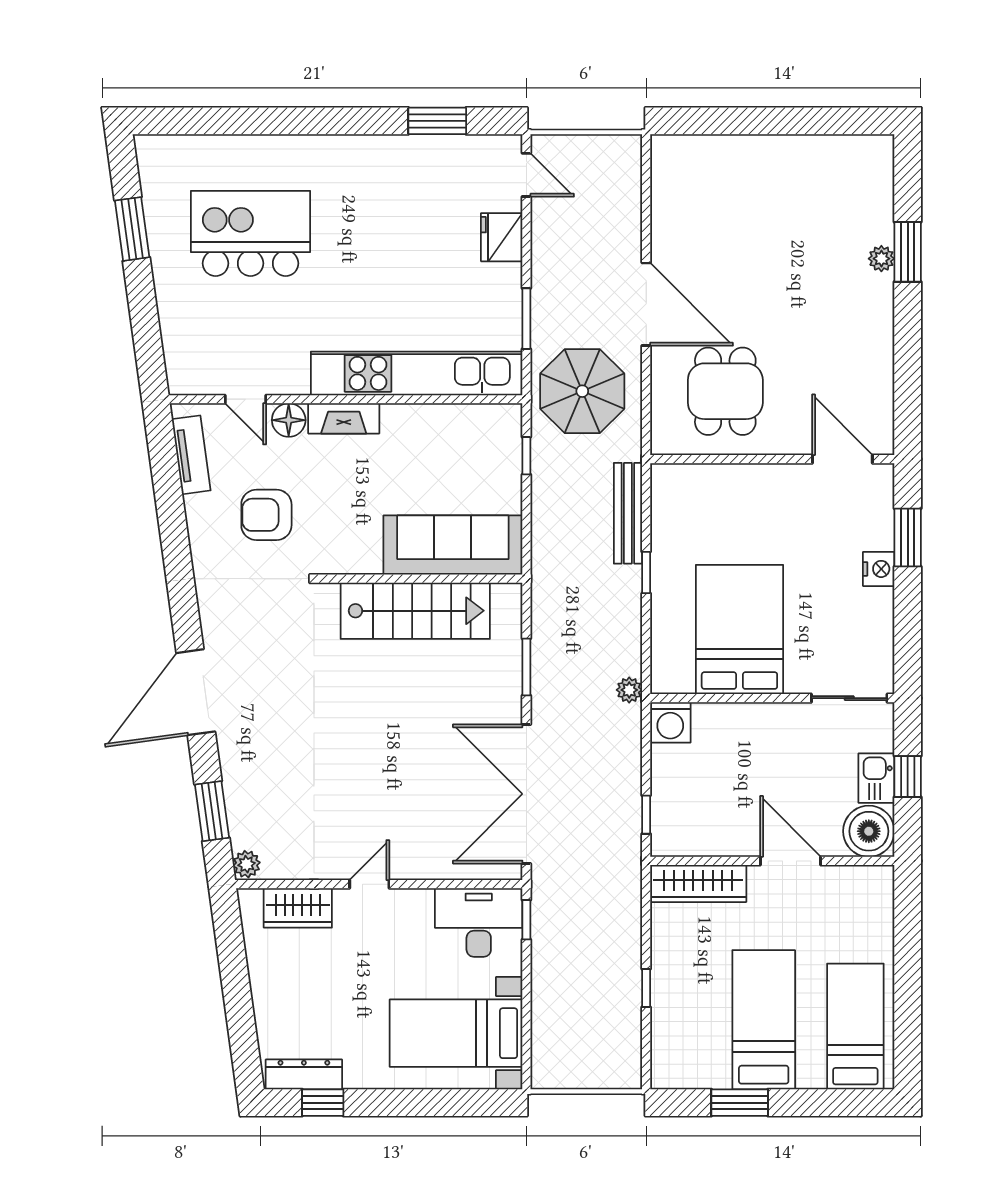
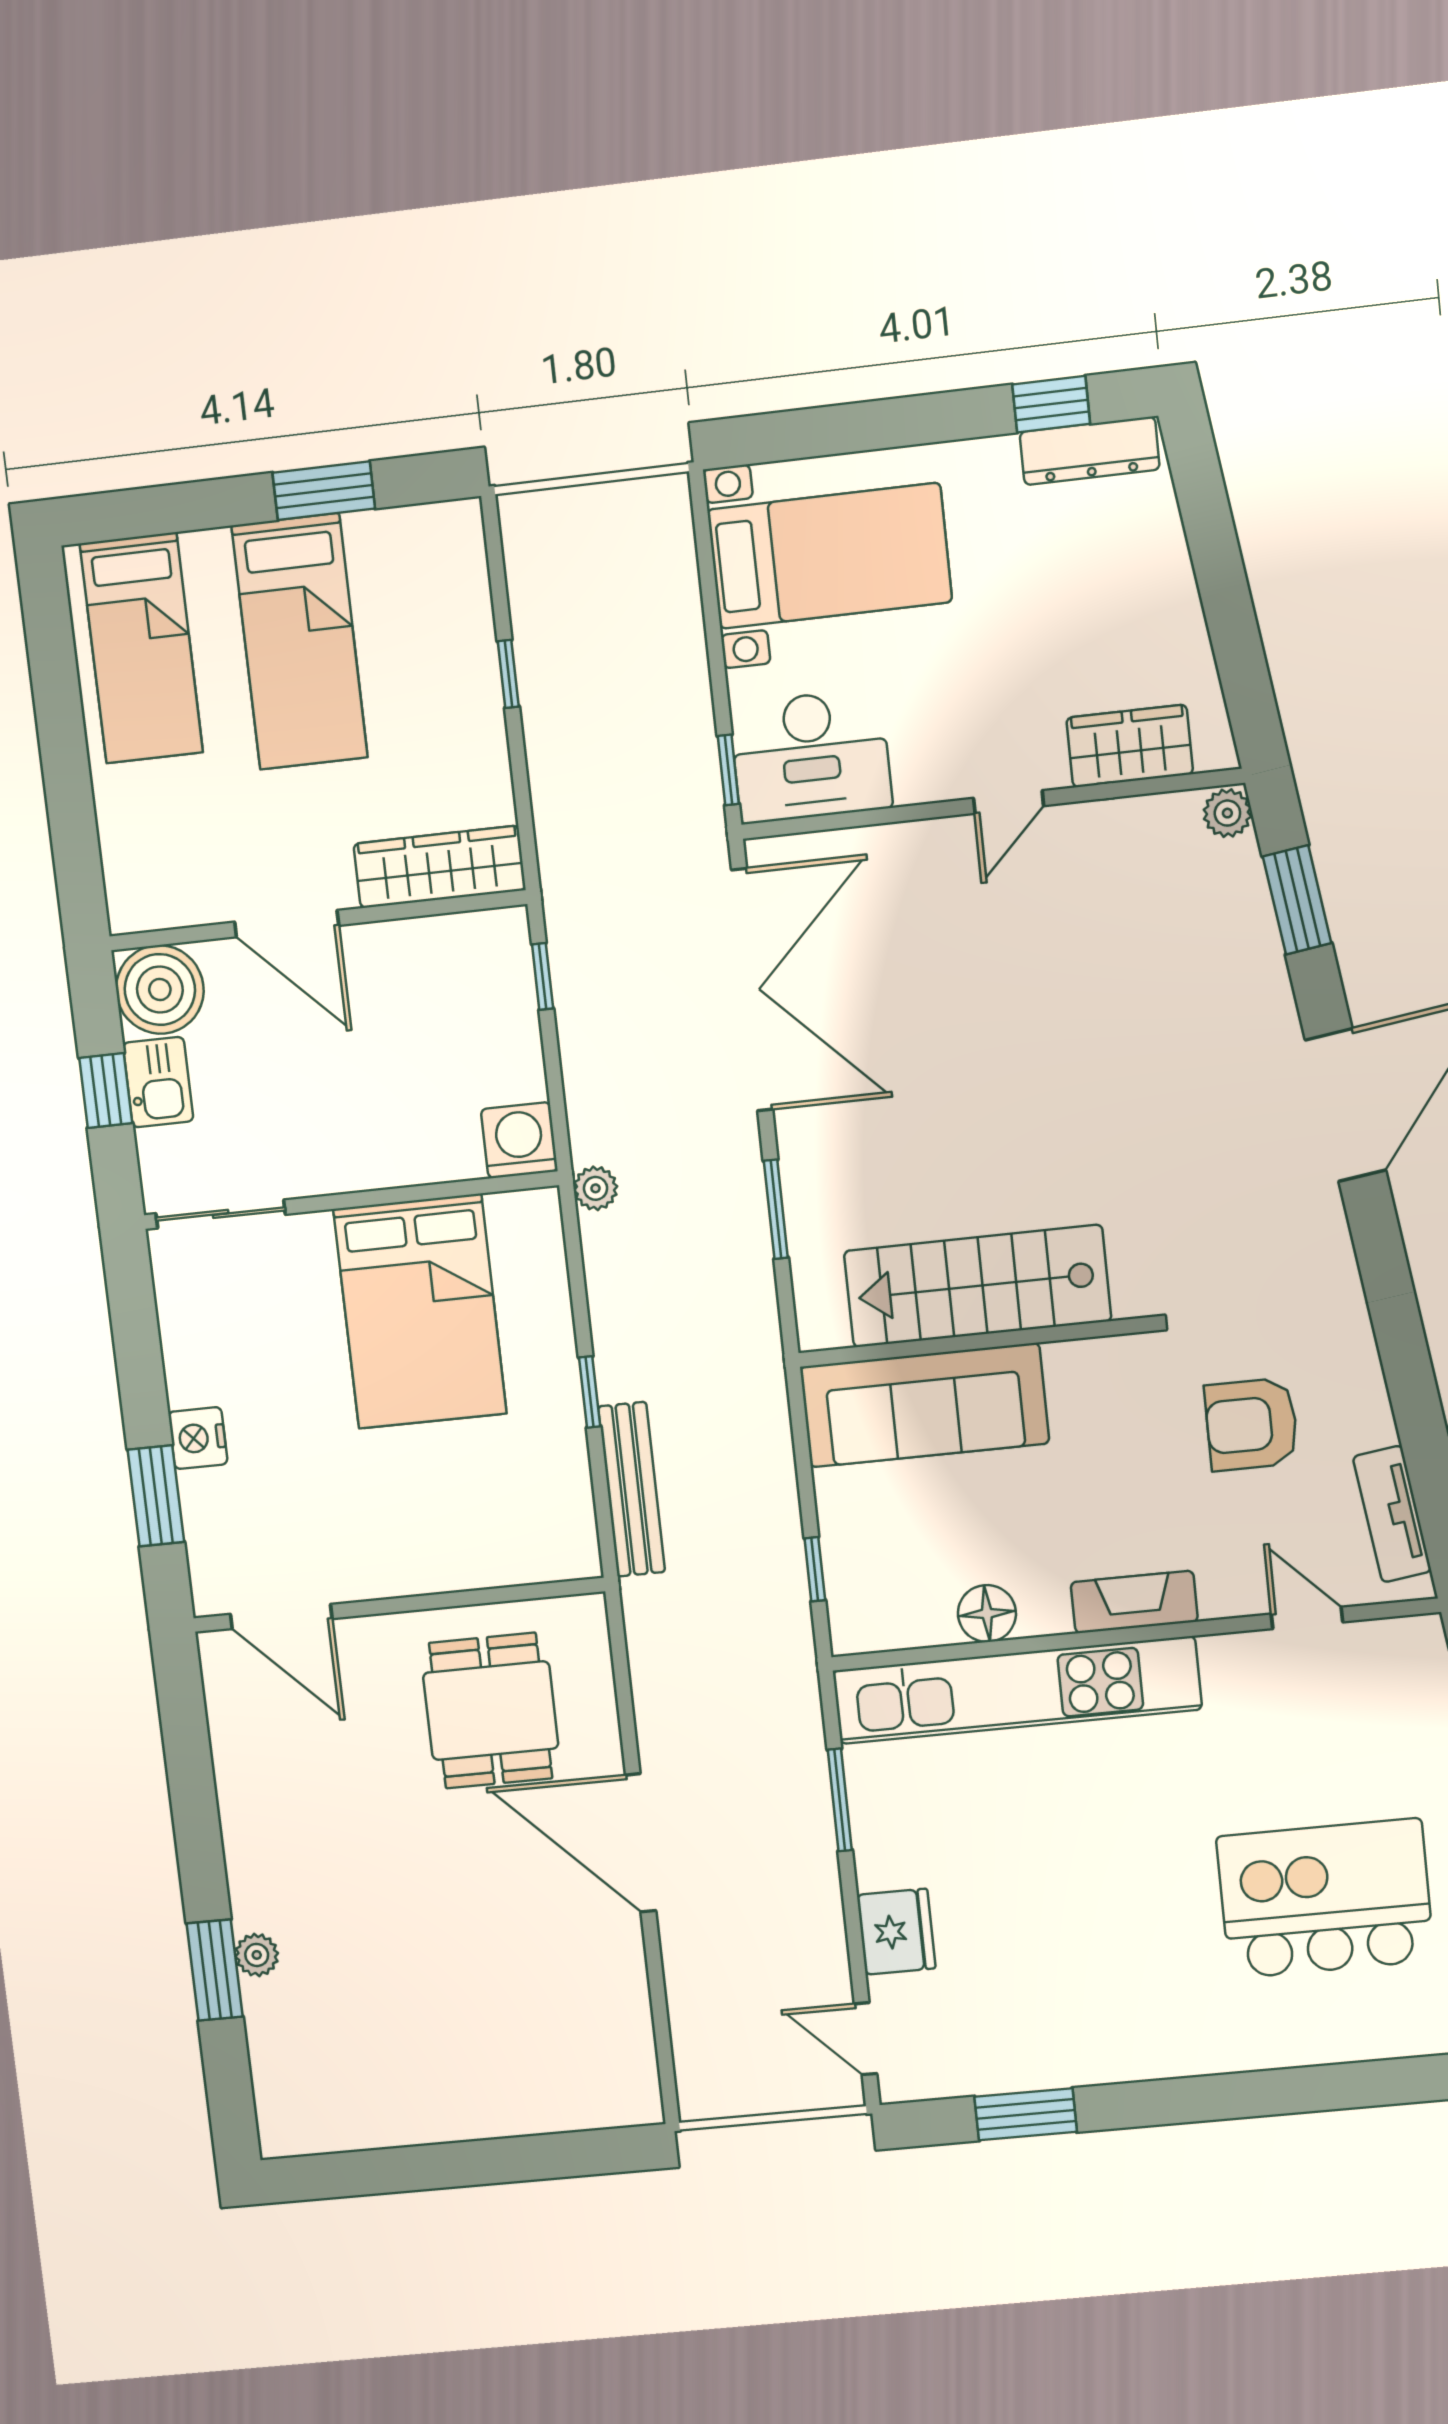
kitchen island: (251, 233) -> (1325, 1899), turned 180
parasol: (582, 391) -> (732, 1687), removed
floor lamp: (289, 420) -> (987, 1613), moved
armchair: (266, 515) -> (1251, 1424), turned 180

